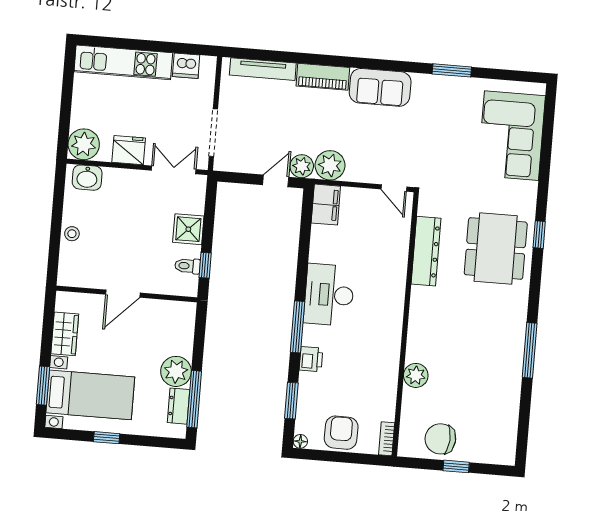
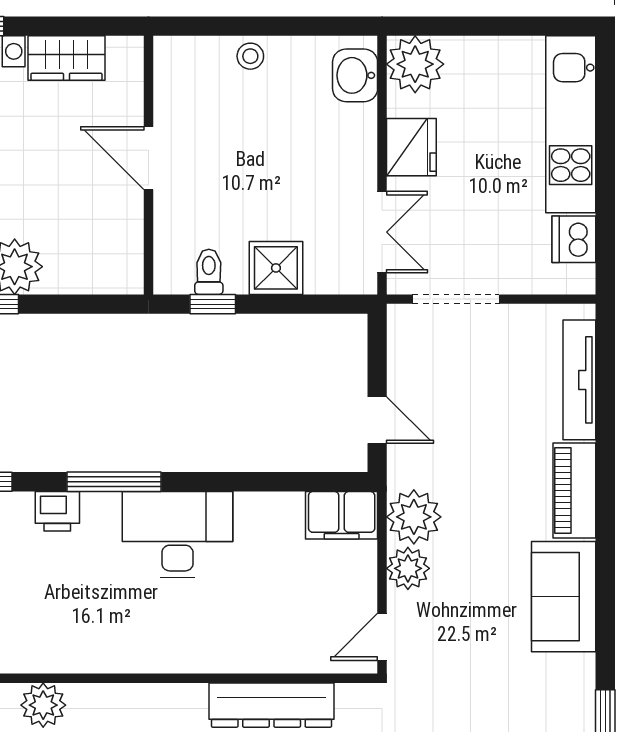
plant: (302, 166) -> (408, 568), moved

